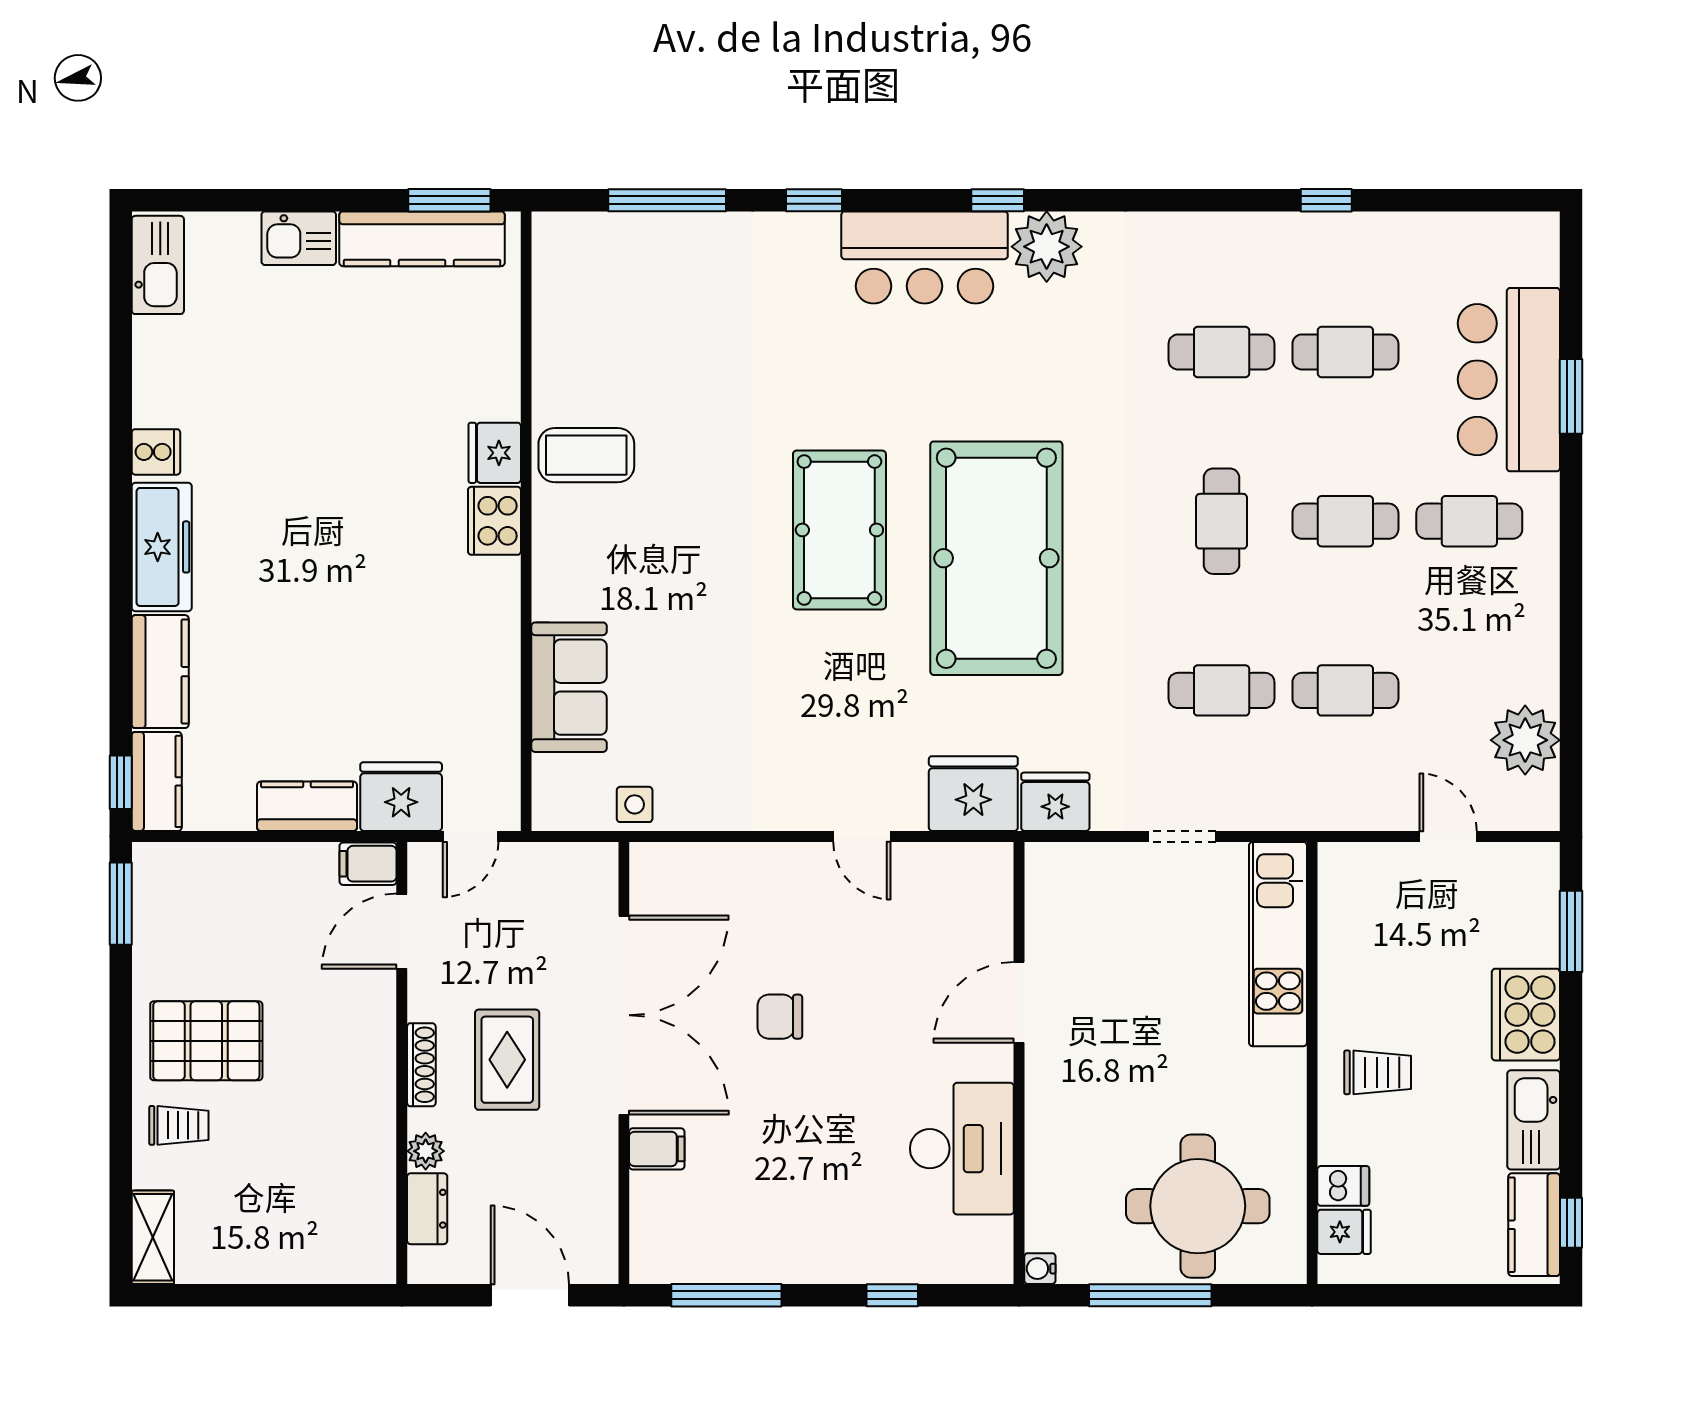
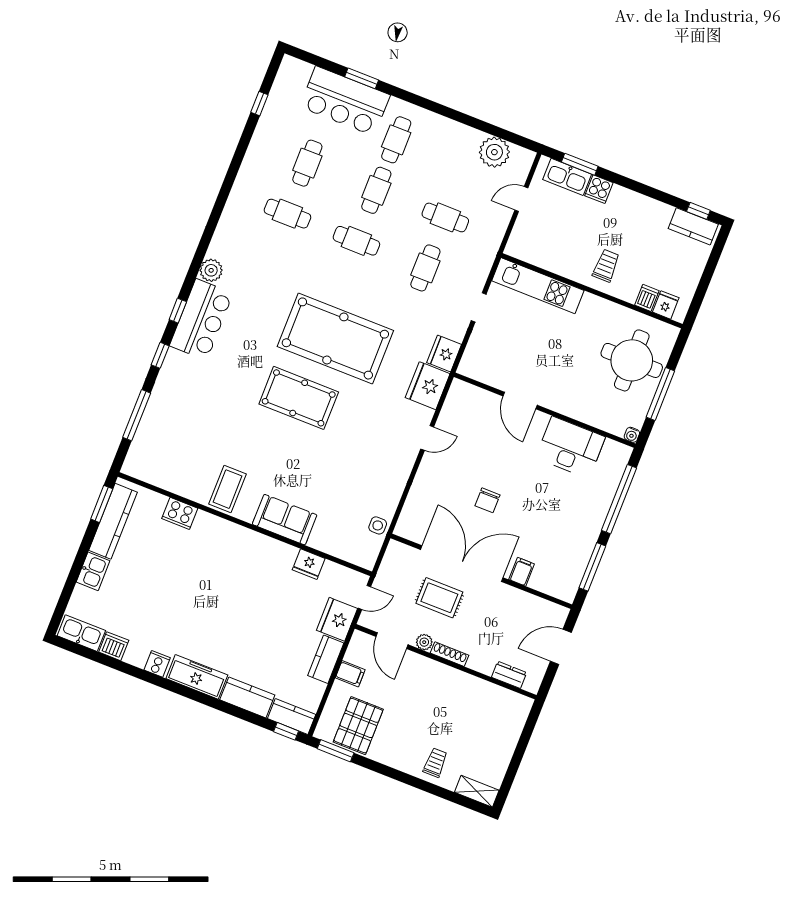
window: (998, 200) -> (178, 311), moved
window: (1326, 200) -> (259, 104), moved
plant: (1047, 247) -> (211, 270), width x0.73, depth x0.73
dishwasher: (157, 345) -> (114, 646), added
cafe table: (1222, 352) -> (287, 214), turned 90
fridge: (495, 453) -> (309, 564), moved
cooker: (494, 521) -> (180, 513), moved
sofa: (569, 687) -> (285, 520), moved
cafe table: (1345, 690) -> (445, 217), turned 90
door: (471, 836) -> (364, 597), hinge flipped
filing cabinet: (368, 864) -> (350, 674), moved, turned -90
cooker: (1526, 1015) -> (599, 189), width x0.53, depth x0.76
pallet: (206, 1041) -> (358, 726), moved
rug: (507, 1060) -> (439, 598), moved
kitchen sink: (1534, 1120) -> (567, 177), moved
plant: (426, 1151) -> (424, 642), moved
window: (892, 1295) -> (619, 499), width x3.17

